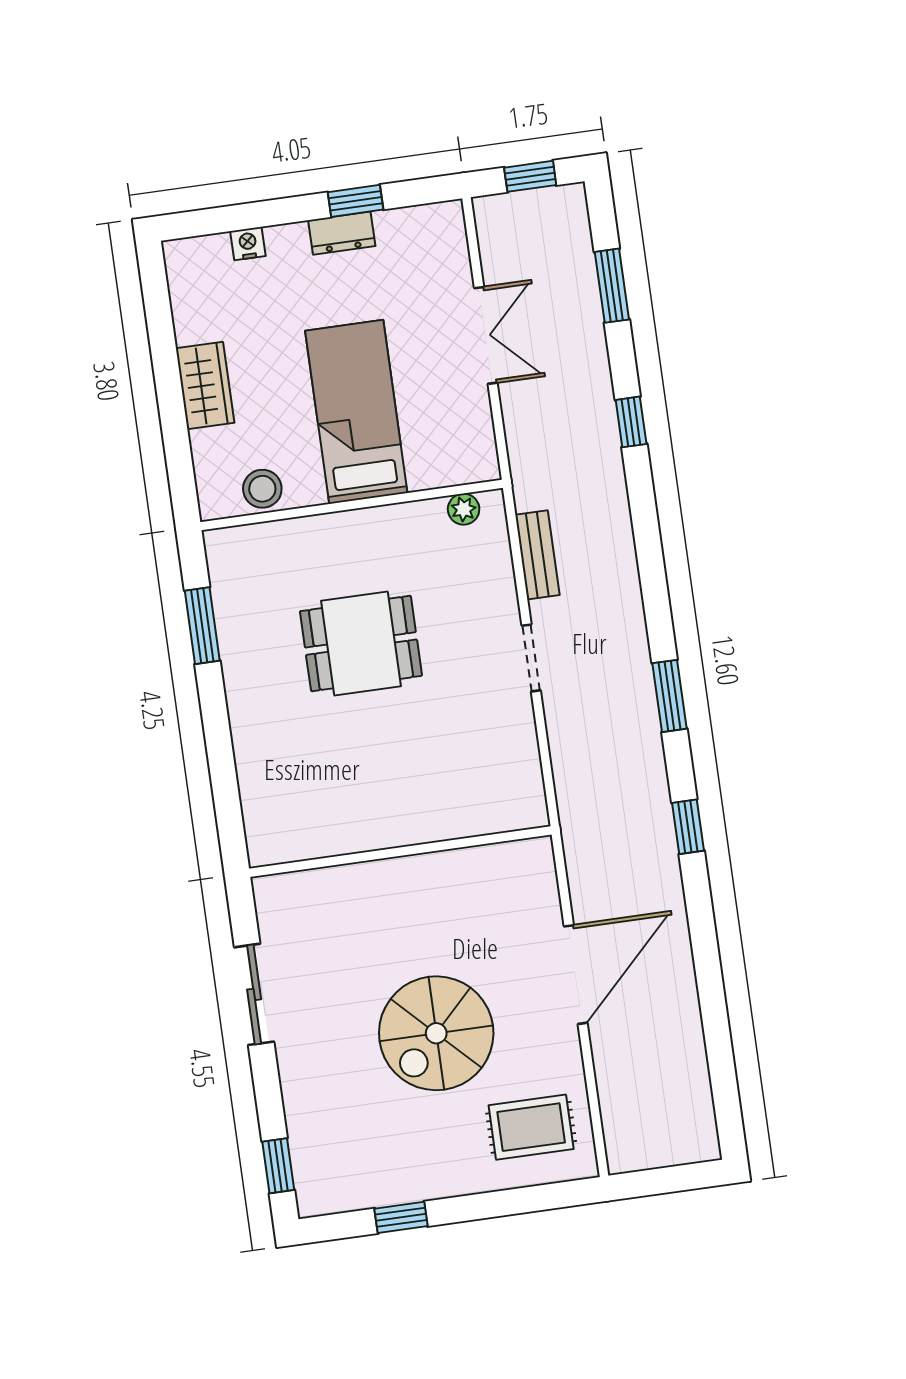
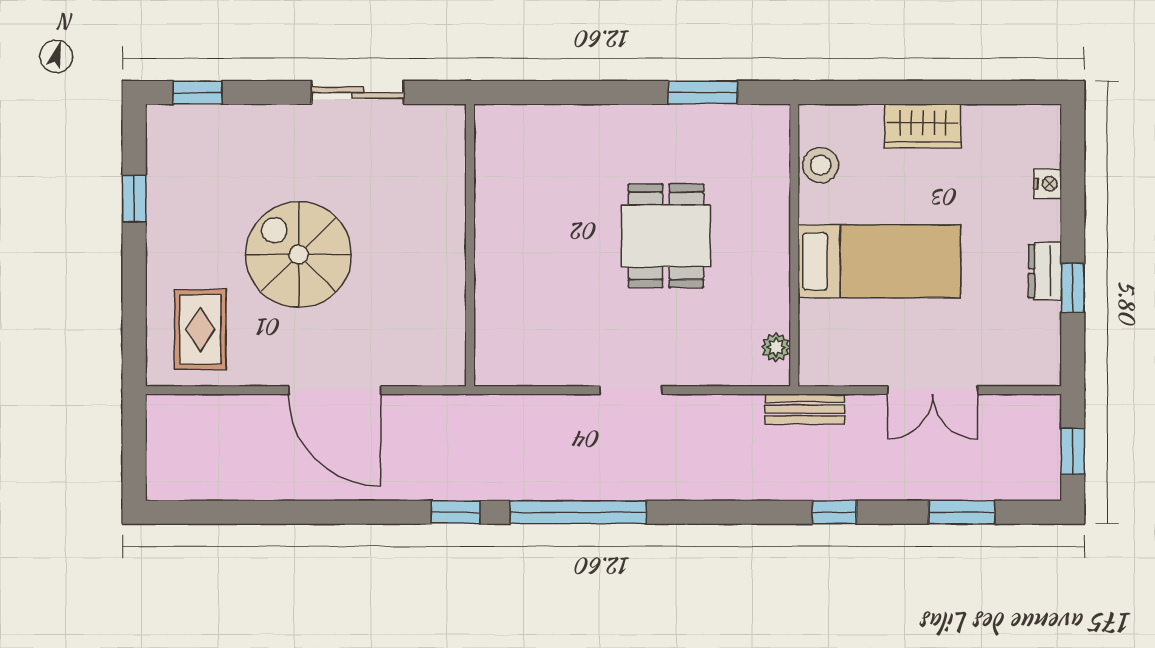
bench: (537, 555) -> (805, 409), moved
window: (670, 696) -> (578, 512), width x2.11

